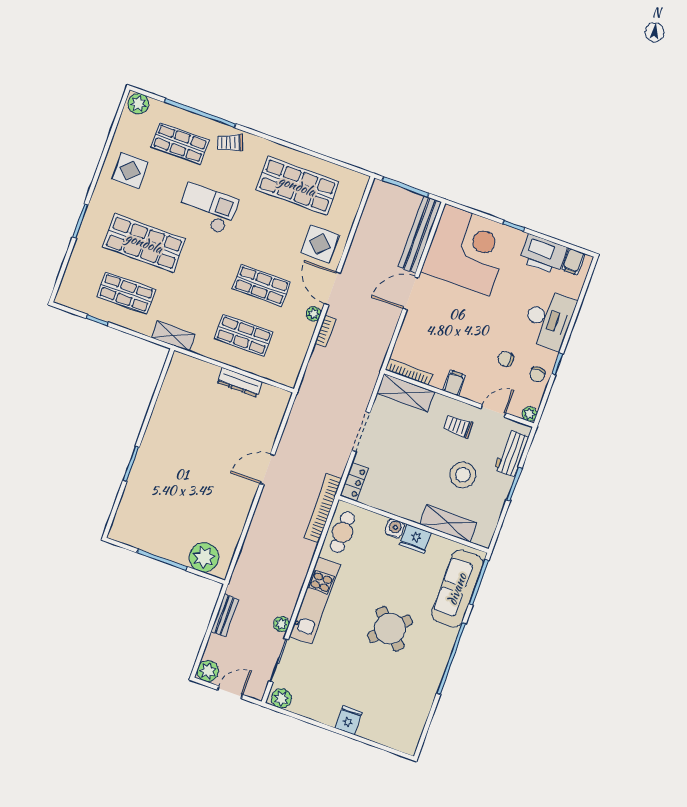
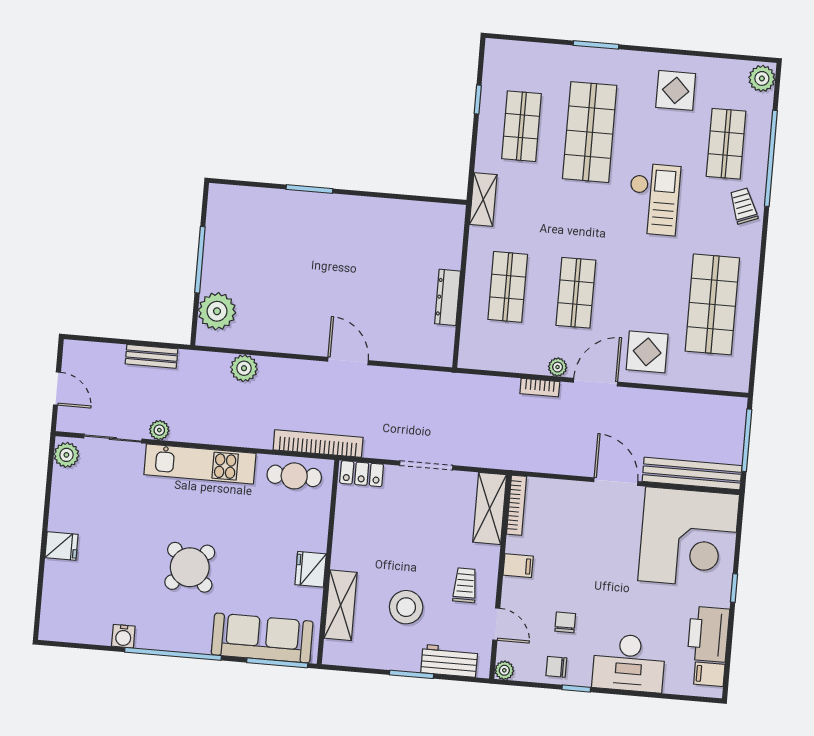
water cooler: (395, 528) -> (123, 636), moved, turned 90
plant: (208, 671) -> (244, 368), moved

